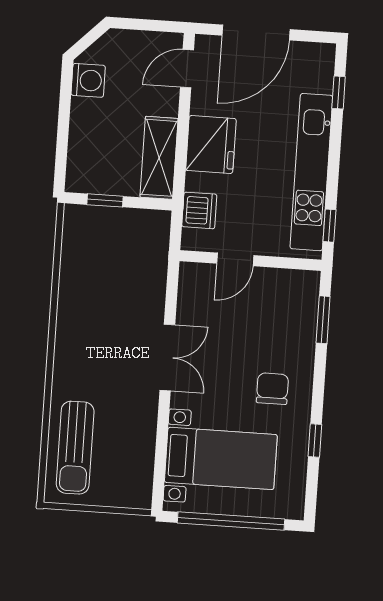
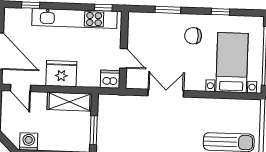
window: (105, 200) -> (94, 130), width x1.50
dishwasher: (199, 210) -> (110, 79), moved
window: (323, 320) -> (168, 10), moved
double door: (167, 357) -> (166, 93), moved

